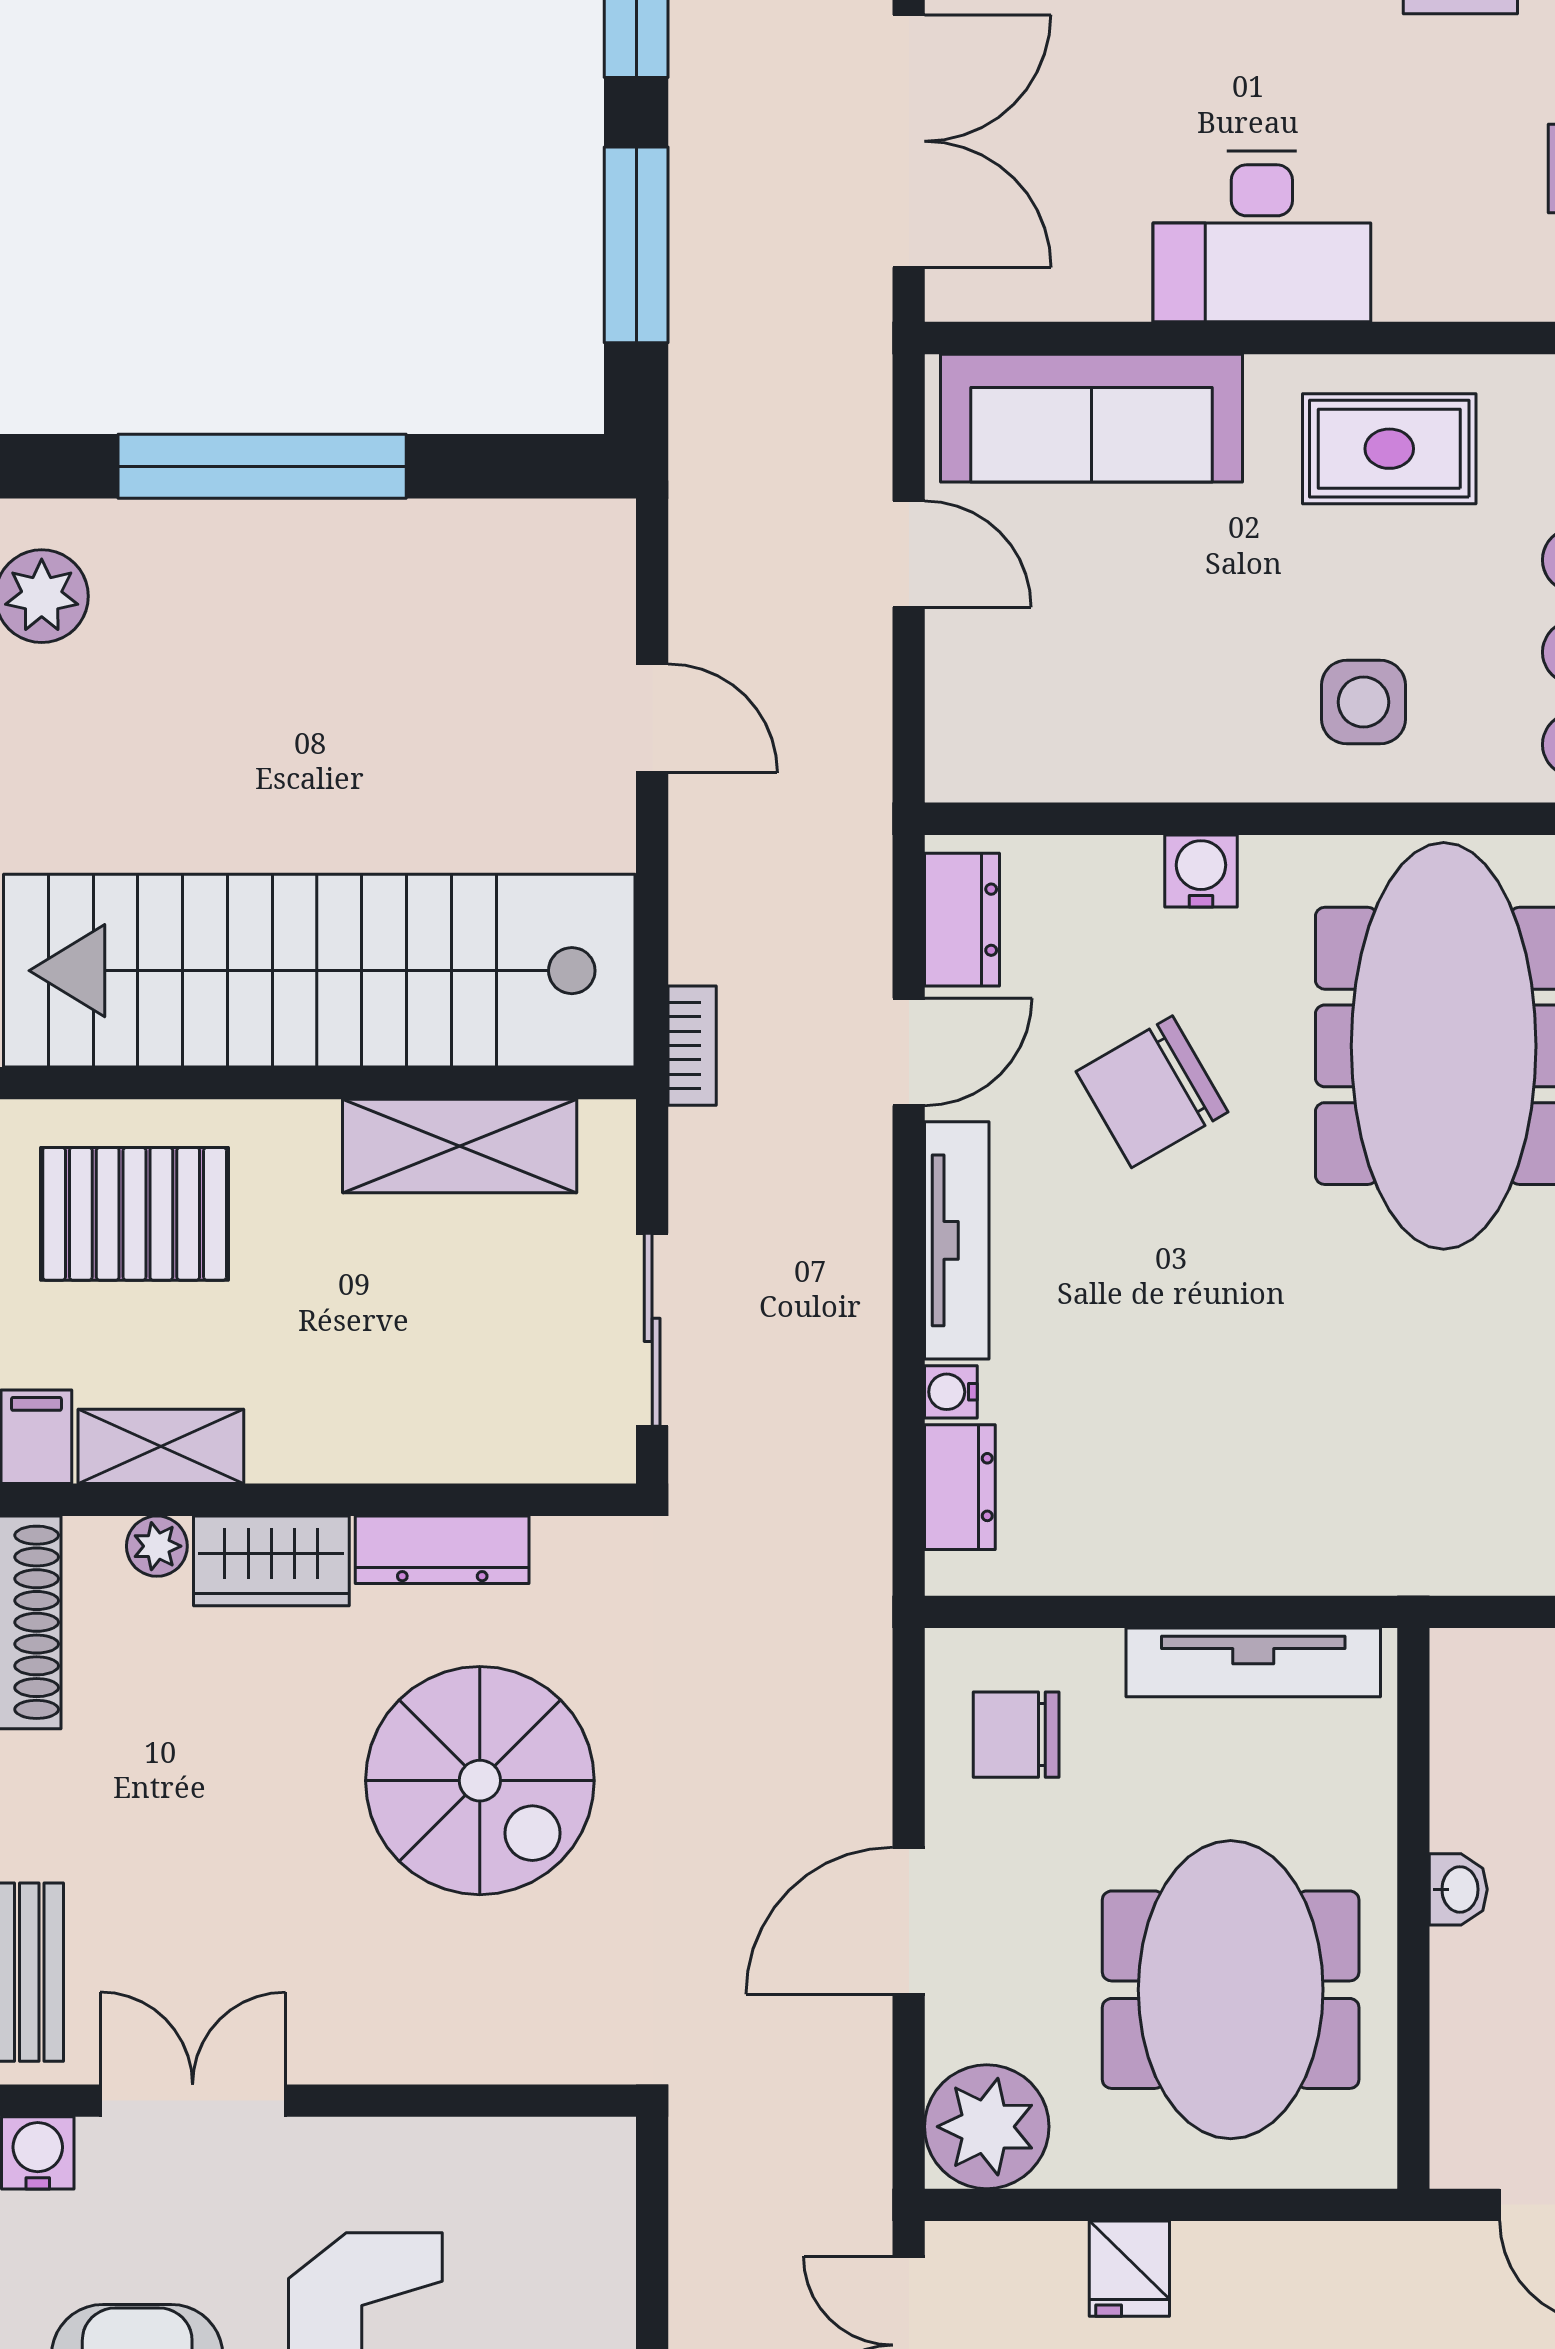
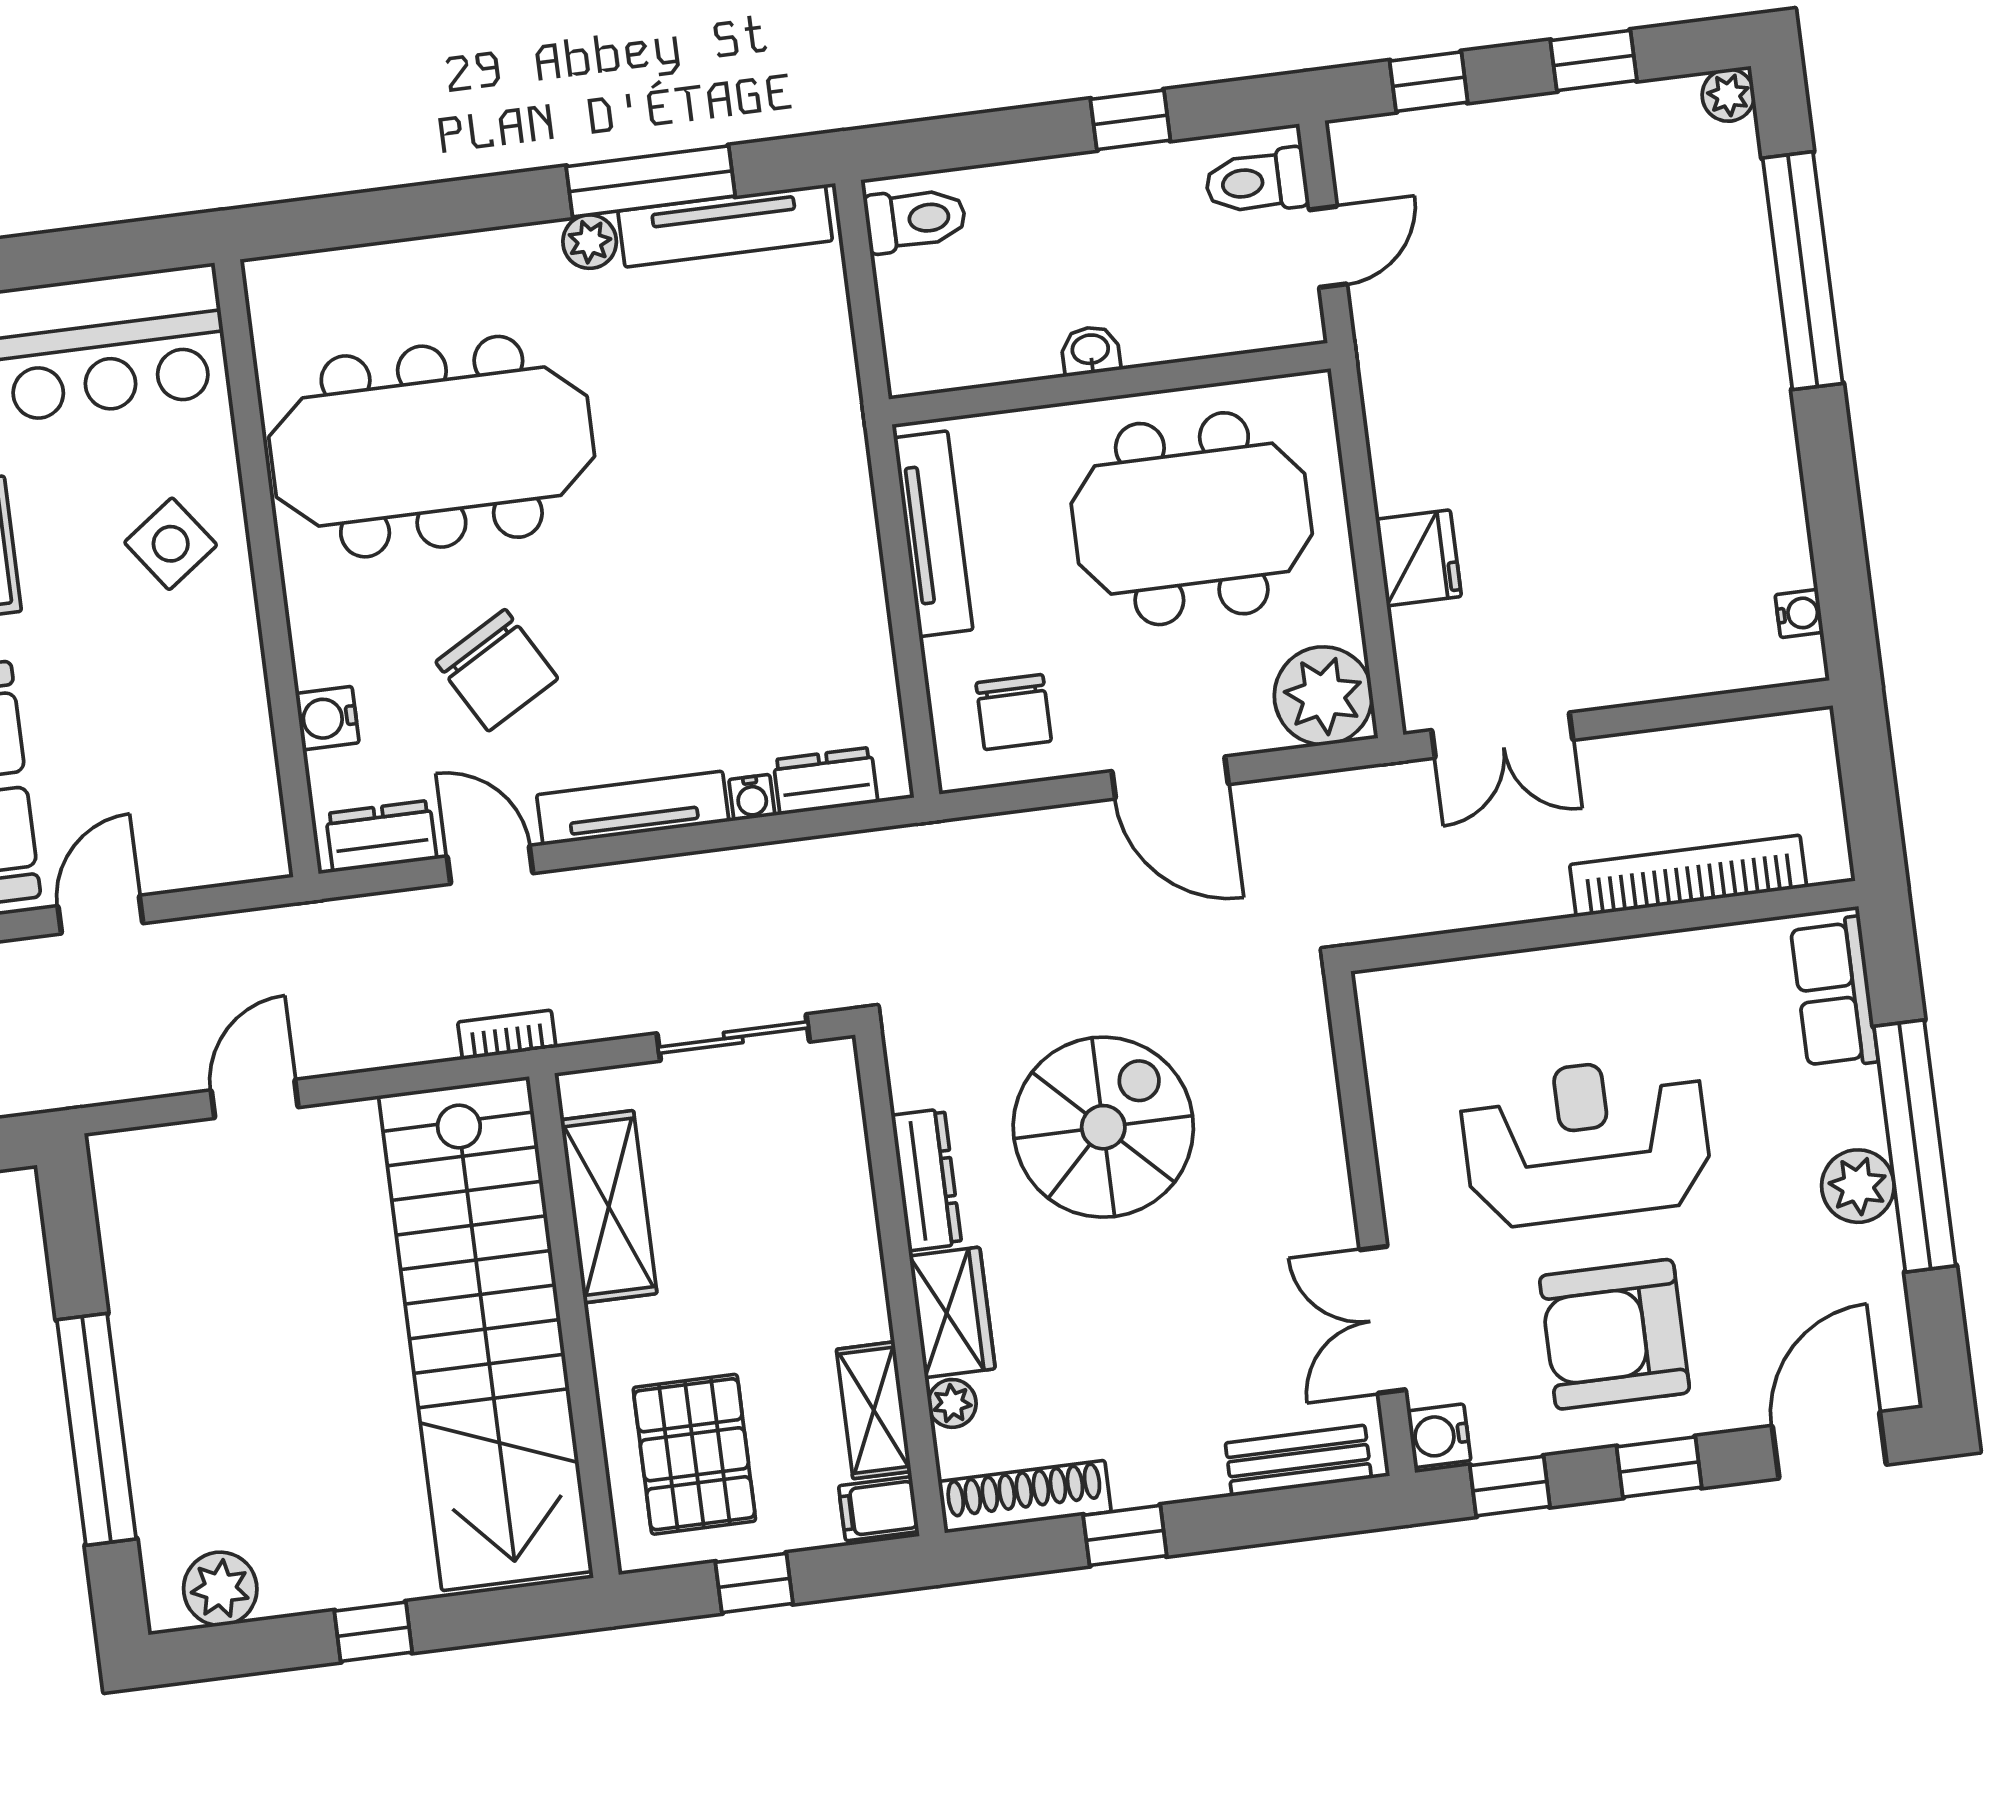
side table: (1363, 702) -> (171, 544), turned -36
water cooler: (1201, 871) -> (327, 718), moved
fridge: (1129, 2269) -> (1419, 558), width x1.38

